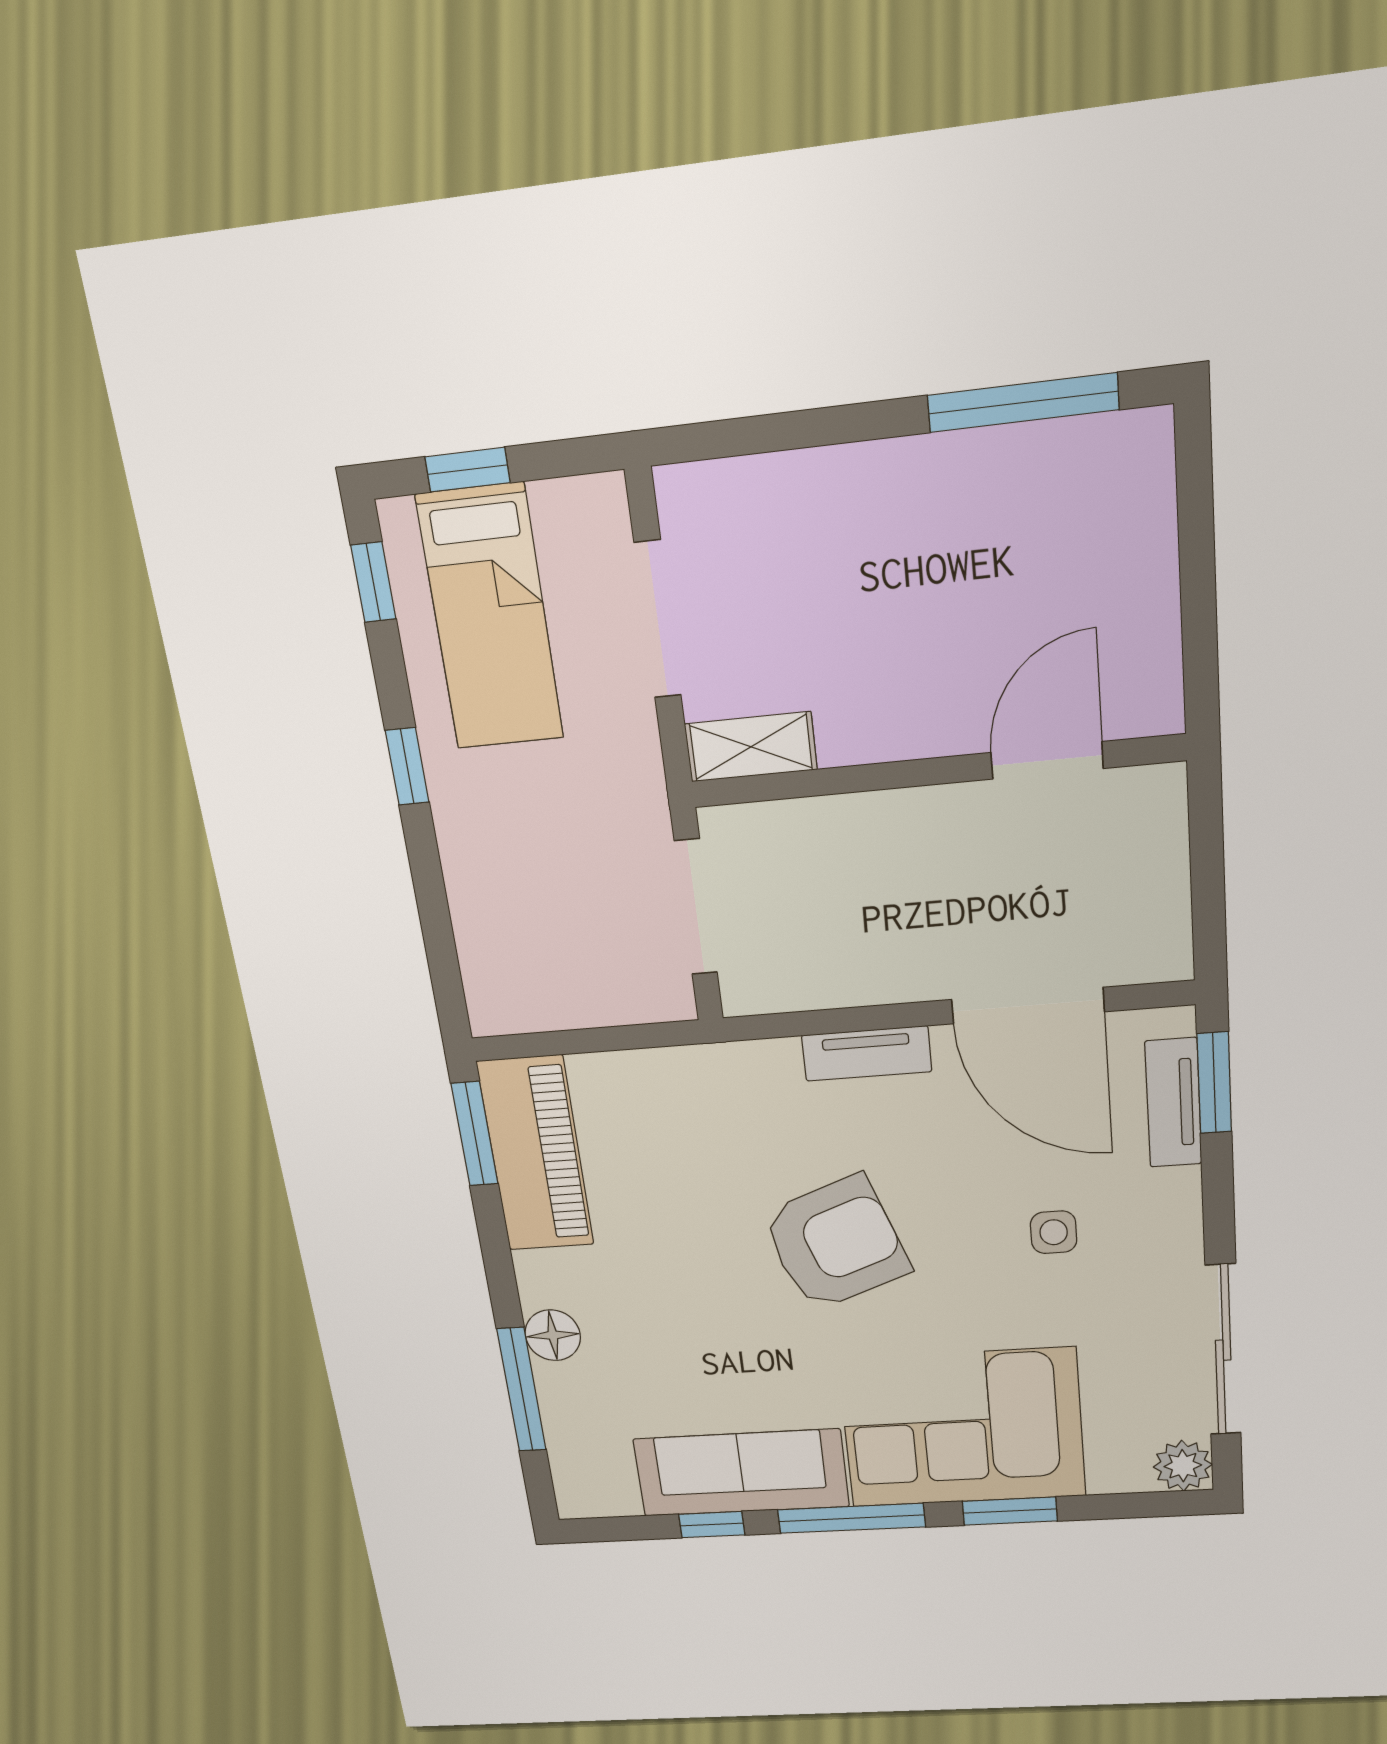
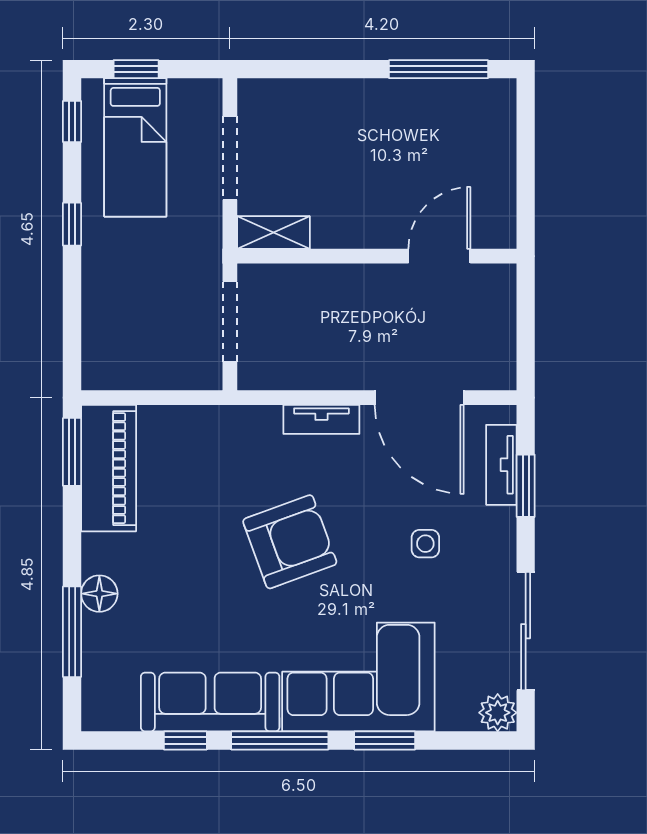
window: (1214, 1083) -> (526, 486), moved

